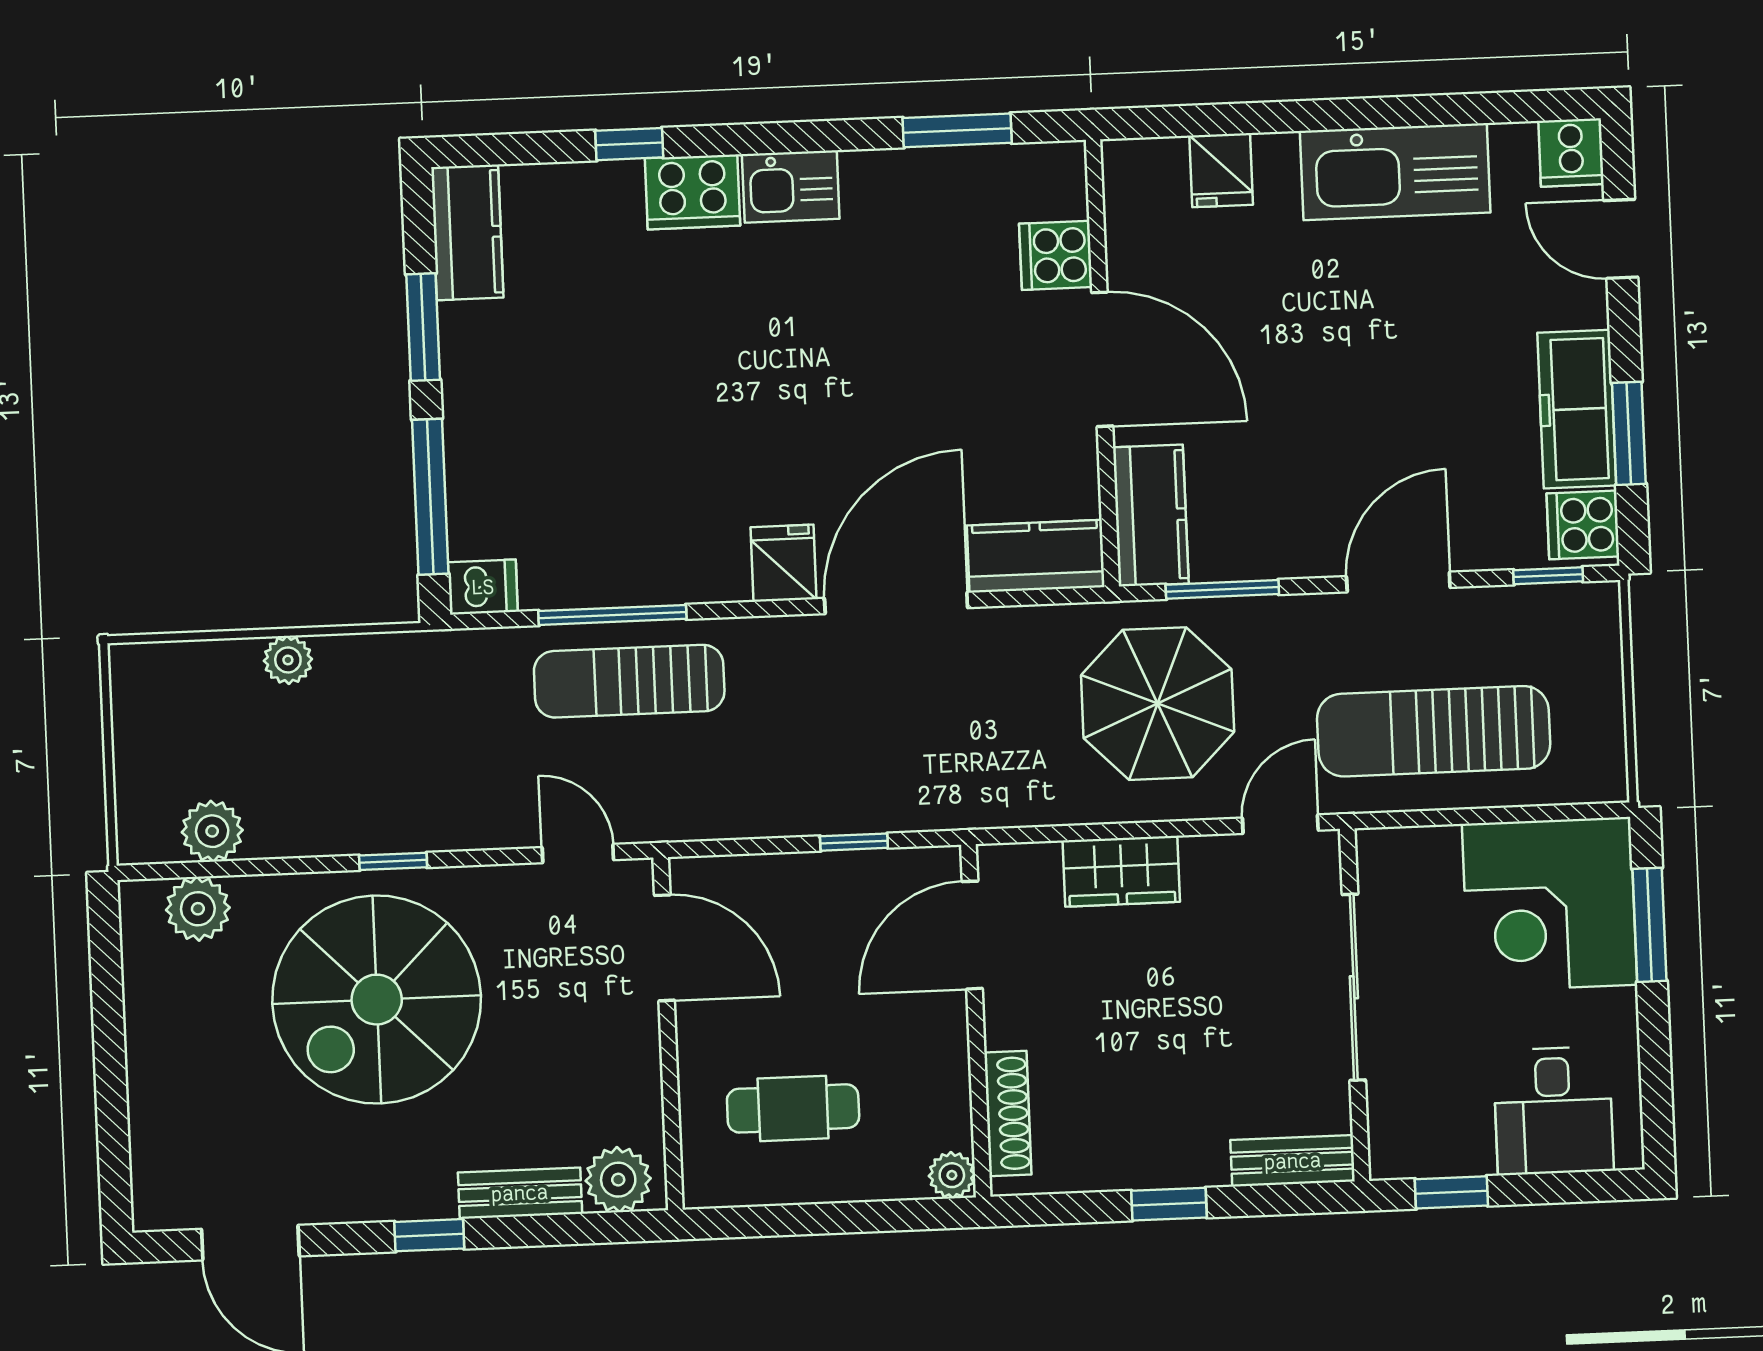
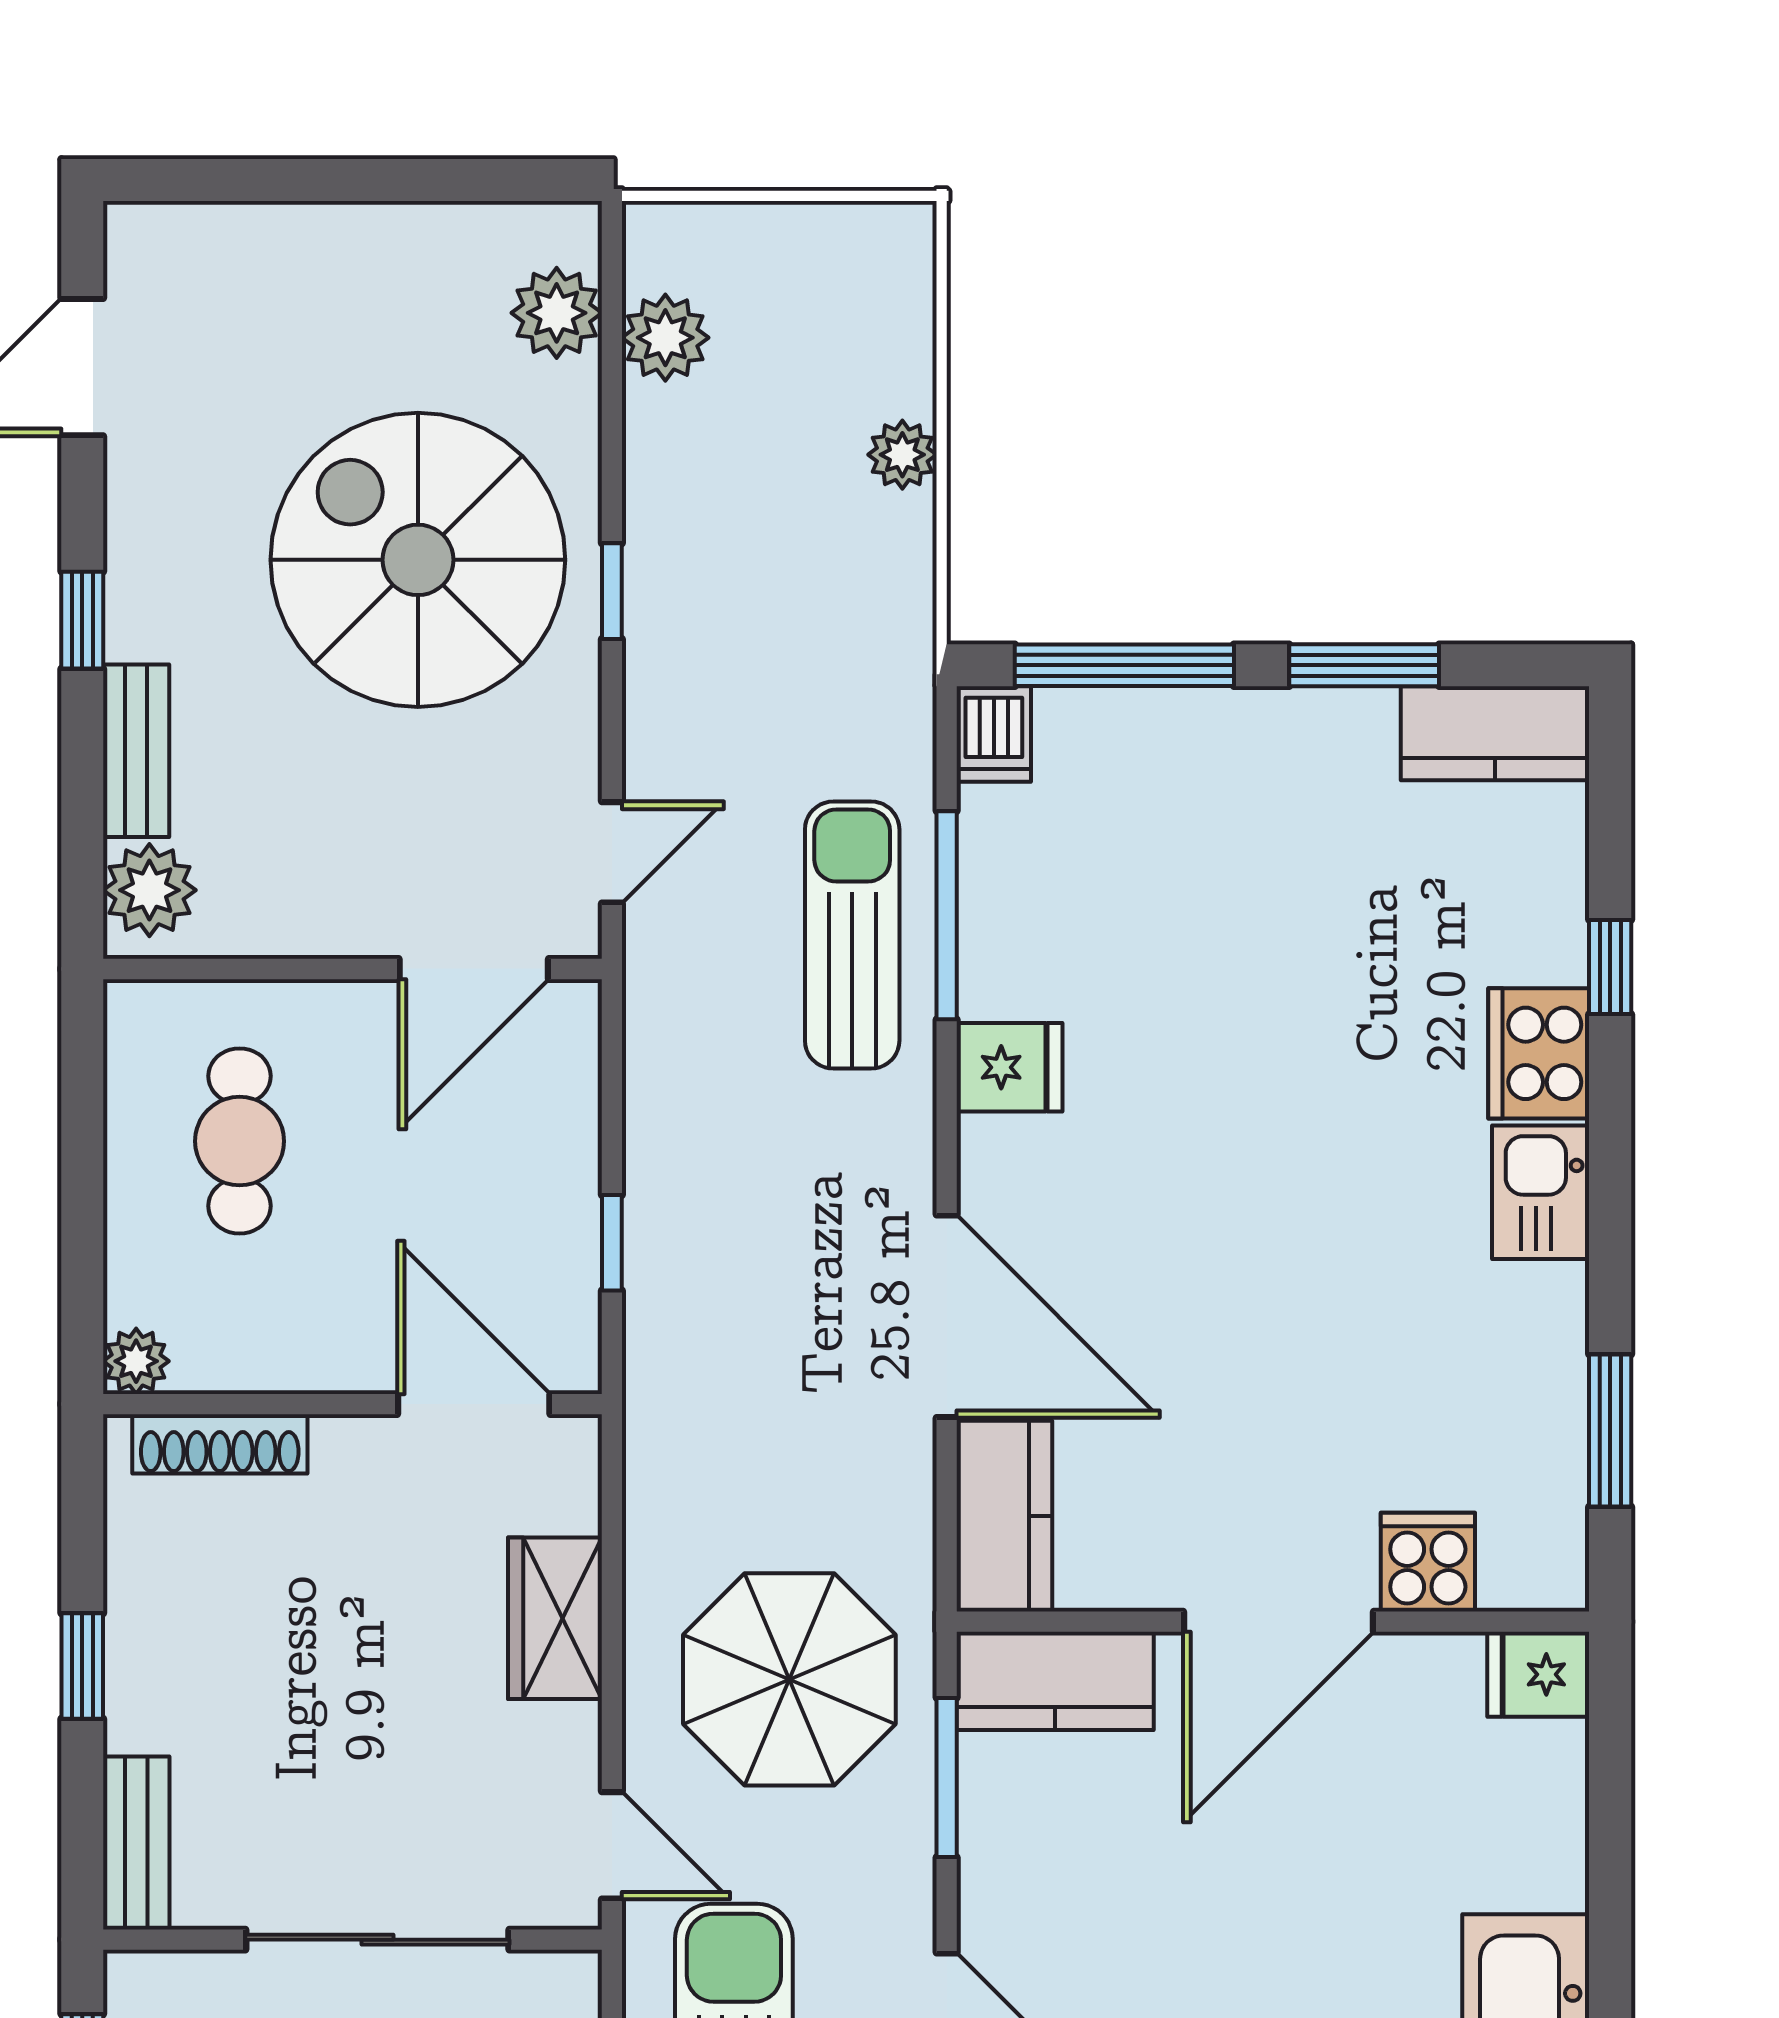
fridge: (1221, 170) -> (1538, 1674), moved
fridge: (783, 563) -> (1010, 1067), moved

